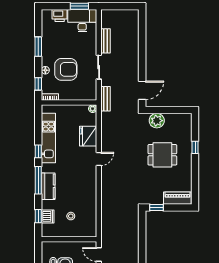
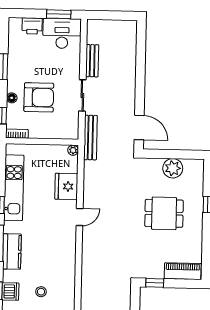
door: (142, 90) -> (139, 128), hinge flipped
bench: (106, 99) -> (90, 138), width x1.36
plant: (157, 121) -> (173, 168), moved

